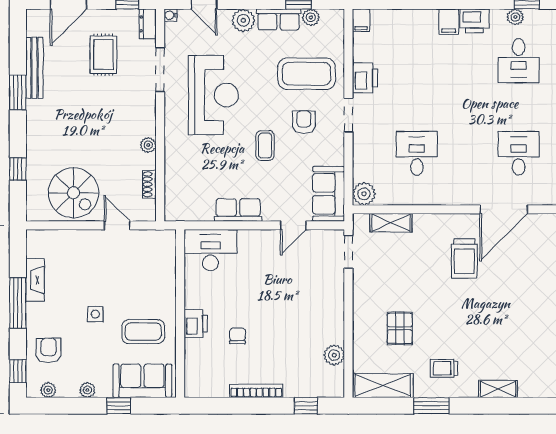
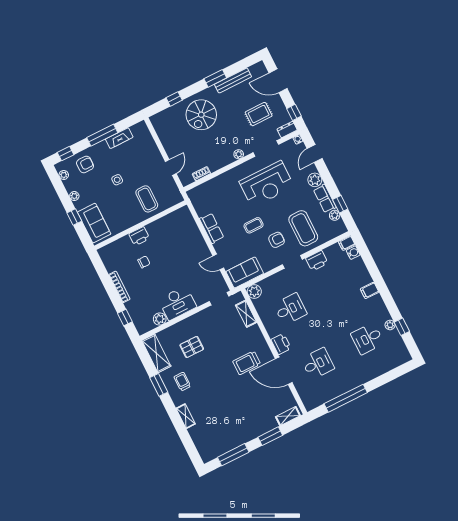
water cooler: (380, 18) -> (353, 253), added
printer: (474, 21) -> (281, 344), moved, turned 180
plant: (148, 145) -> (239, 154), moved
spiral stairs: (73, 193) -> (201, 115), moved
desk: (210, 250) -> (177, 303), moved, turned 90
coffee table: (143, 332) -> (147, 199), moved

